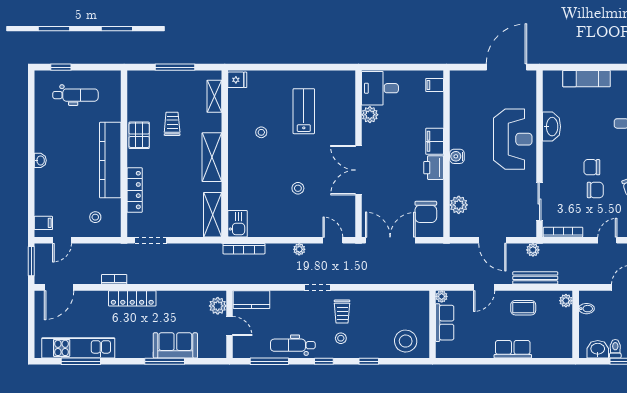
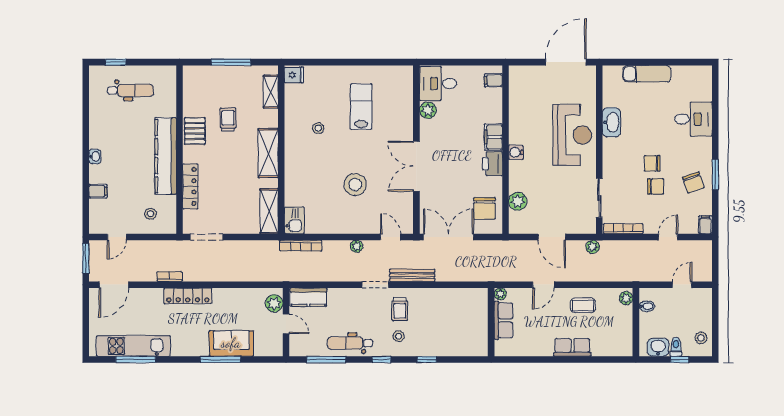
stool: (298, 188) -> (355, 185), width x1.89, depth x1.89
filing cabinet: (43, 223) -> (98, 191), moved
bench: (535, 278) -> (412, 275), moved
stool: (406, 341) -> (464, 339), removed

